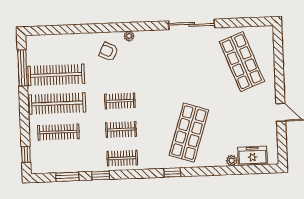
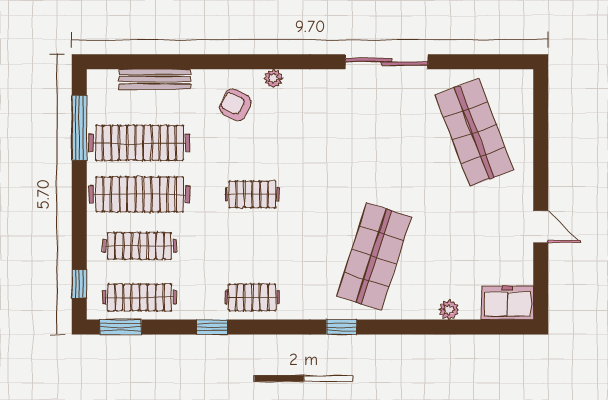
bench: (63, 39) -> (155, 79), added
clothes rail: (121, 130) -> (139, 297), moved, width x1.36
freezer: (252, 156) -> (507, 303), moved
window: (67, 177) -> (121, 327), moved

